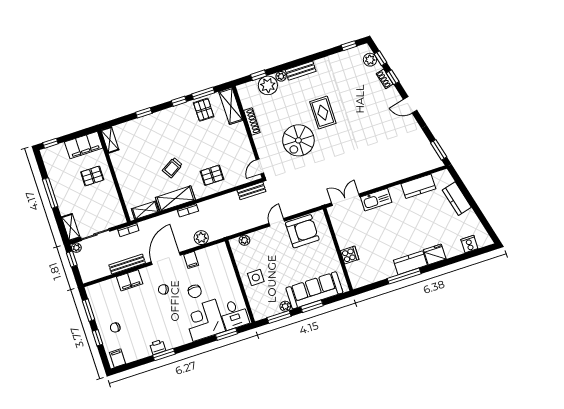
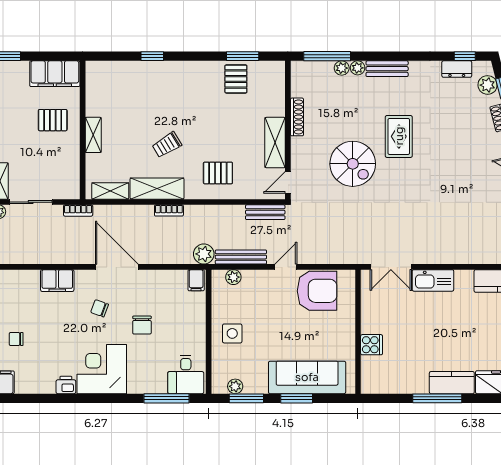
dresser: (346, 56) -> (457, 69), added
window: (259, 75) -> (327, 56), width x2.17
plant: (268, 85) -> (342, 68), width x0.53, depth x0.53
window: (179, 101) -> (206, 56), removed
shelving: (231, 106) -> (275, 143), moved
shelving: (110, 140) -> (93, 135), moved
spiral stairs: (298, 140) -> (353, 164), turned -90
double door: (346, 200) -> (391, 267), swing flipped
plant: (201, 238) -> (204, 254), moved
door: (166, 259) -> (117, 267), hinge flipped
filing cabinet: (191, 260) -> (196, 280), moved
bench: (127, 264) -> (241, 257), moved
plant: (285, 306) -> (235, 386), moved
corner desk: (204, 320) -> (102, 369), moved
window: (227, 334) -> (166, 398), width x1.44
window: (164, 355) -> (71, 398), removed

